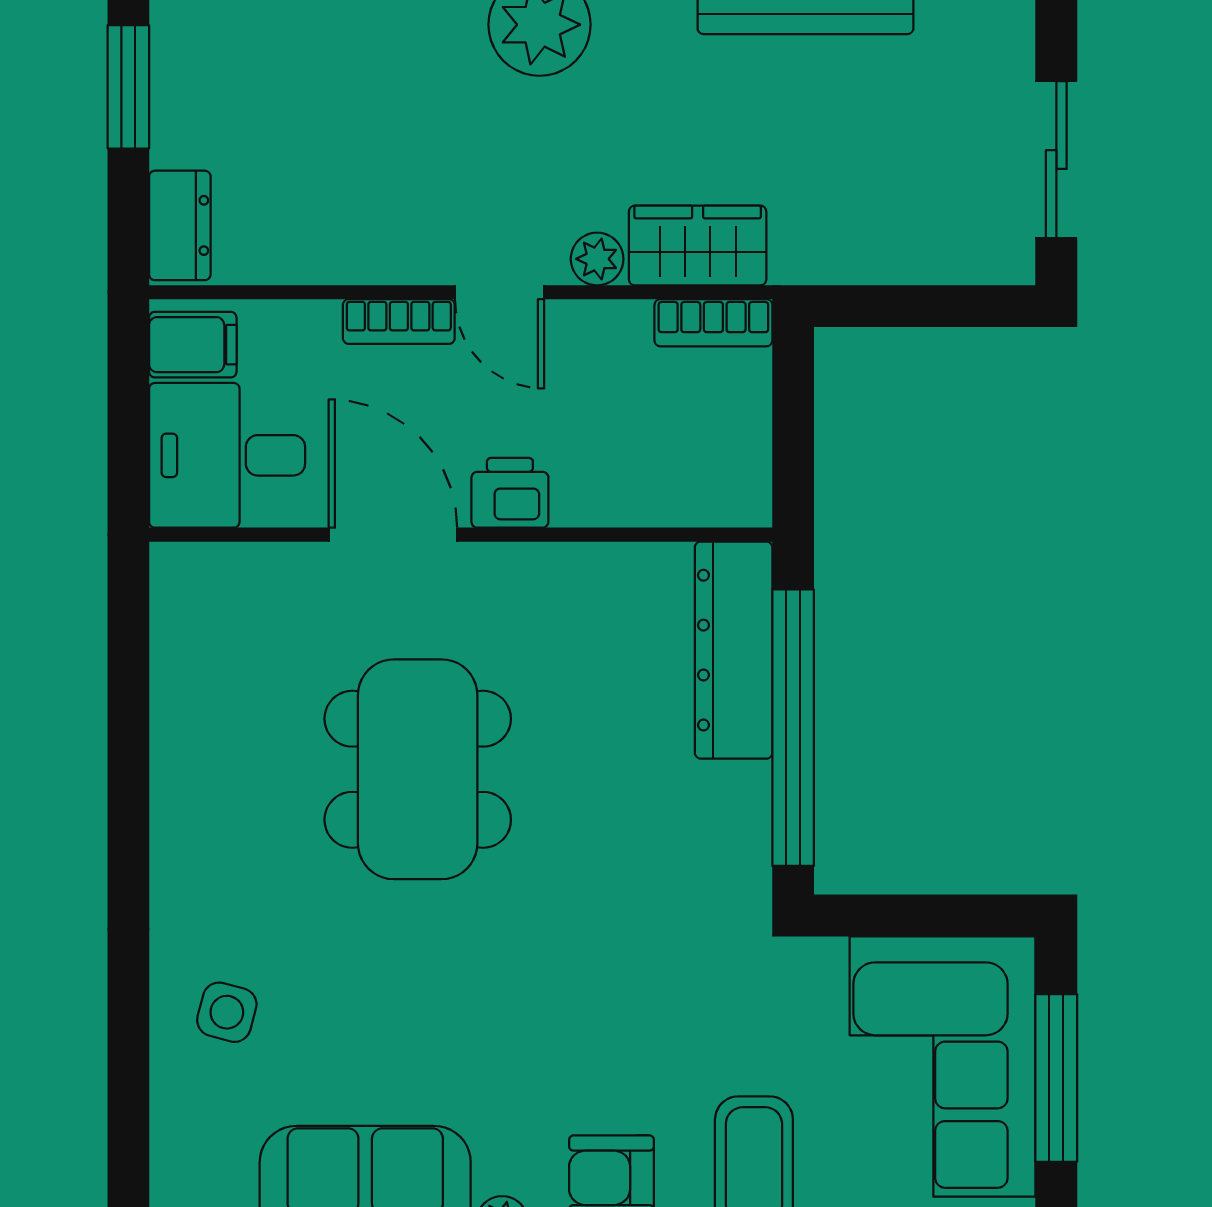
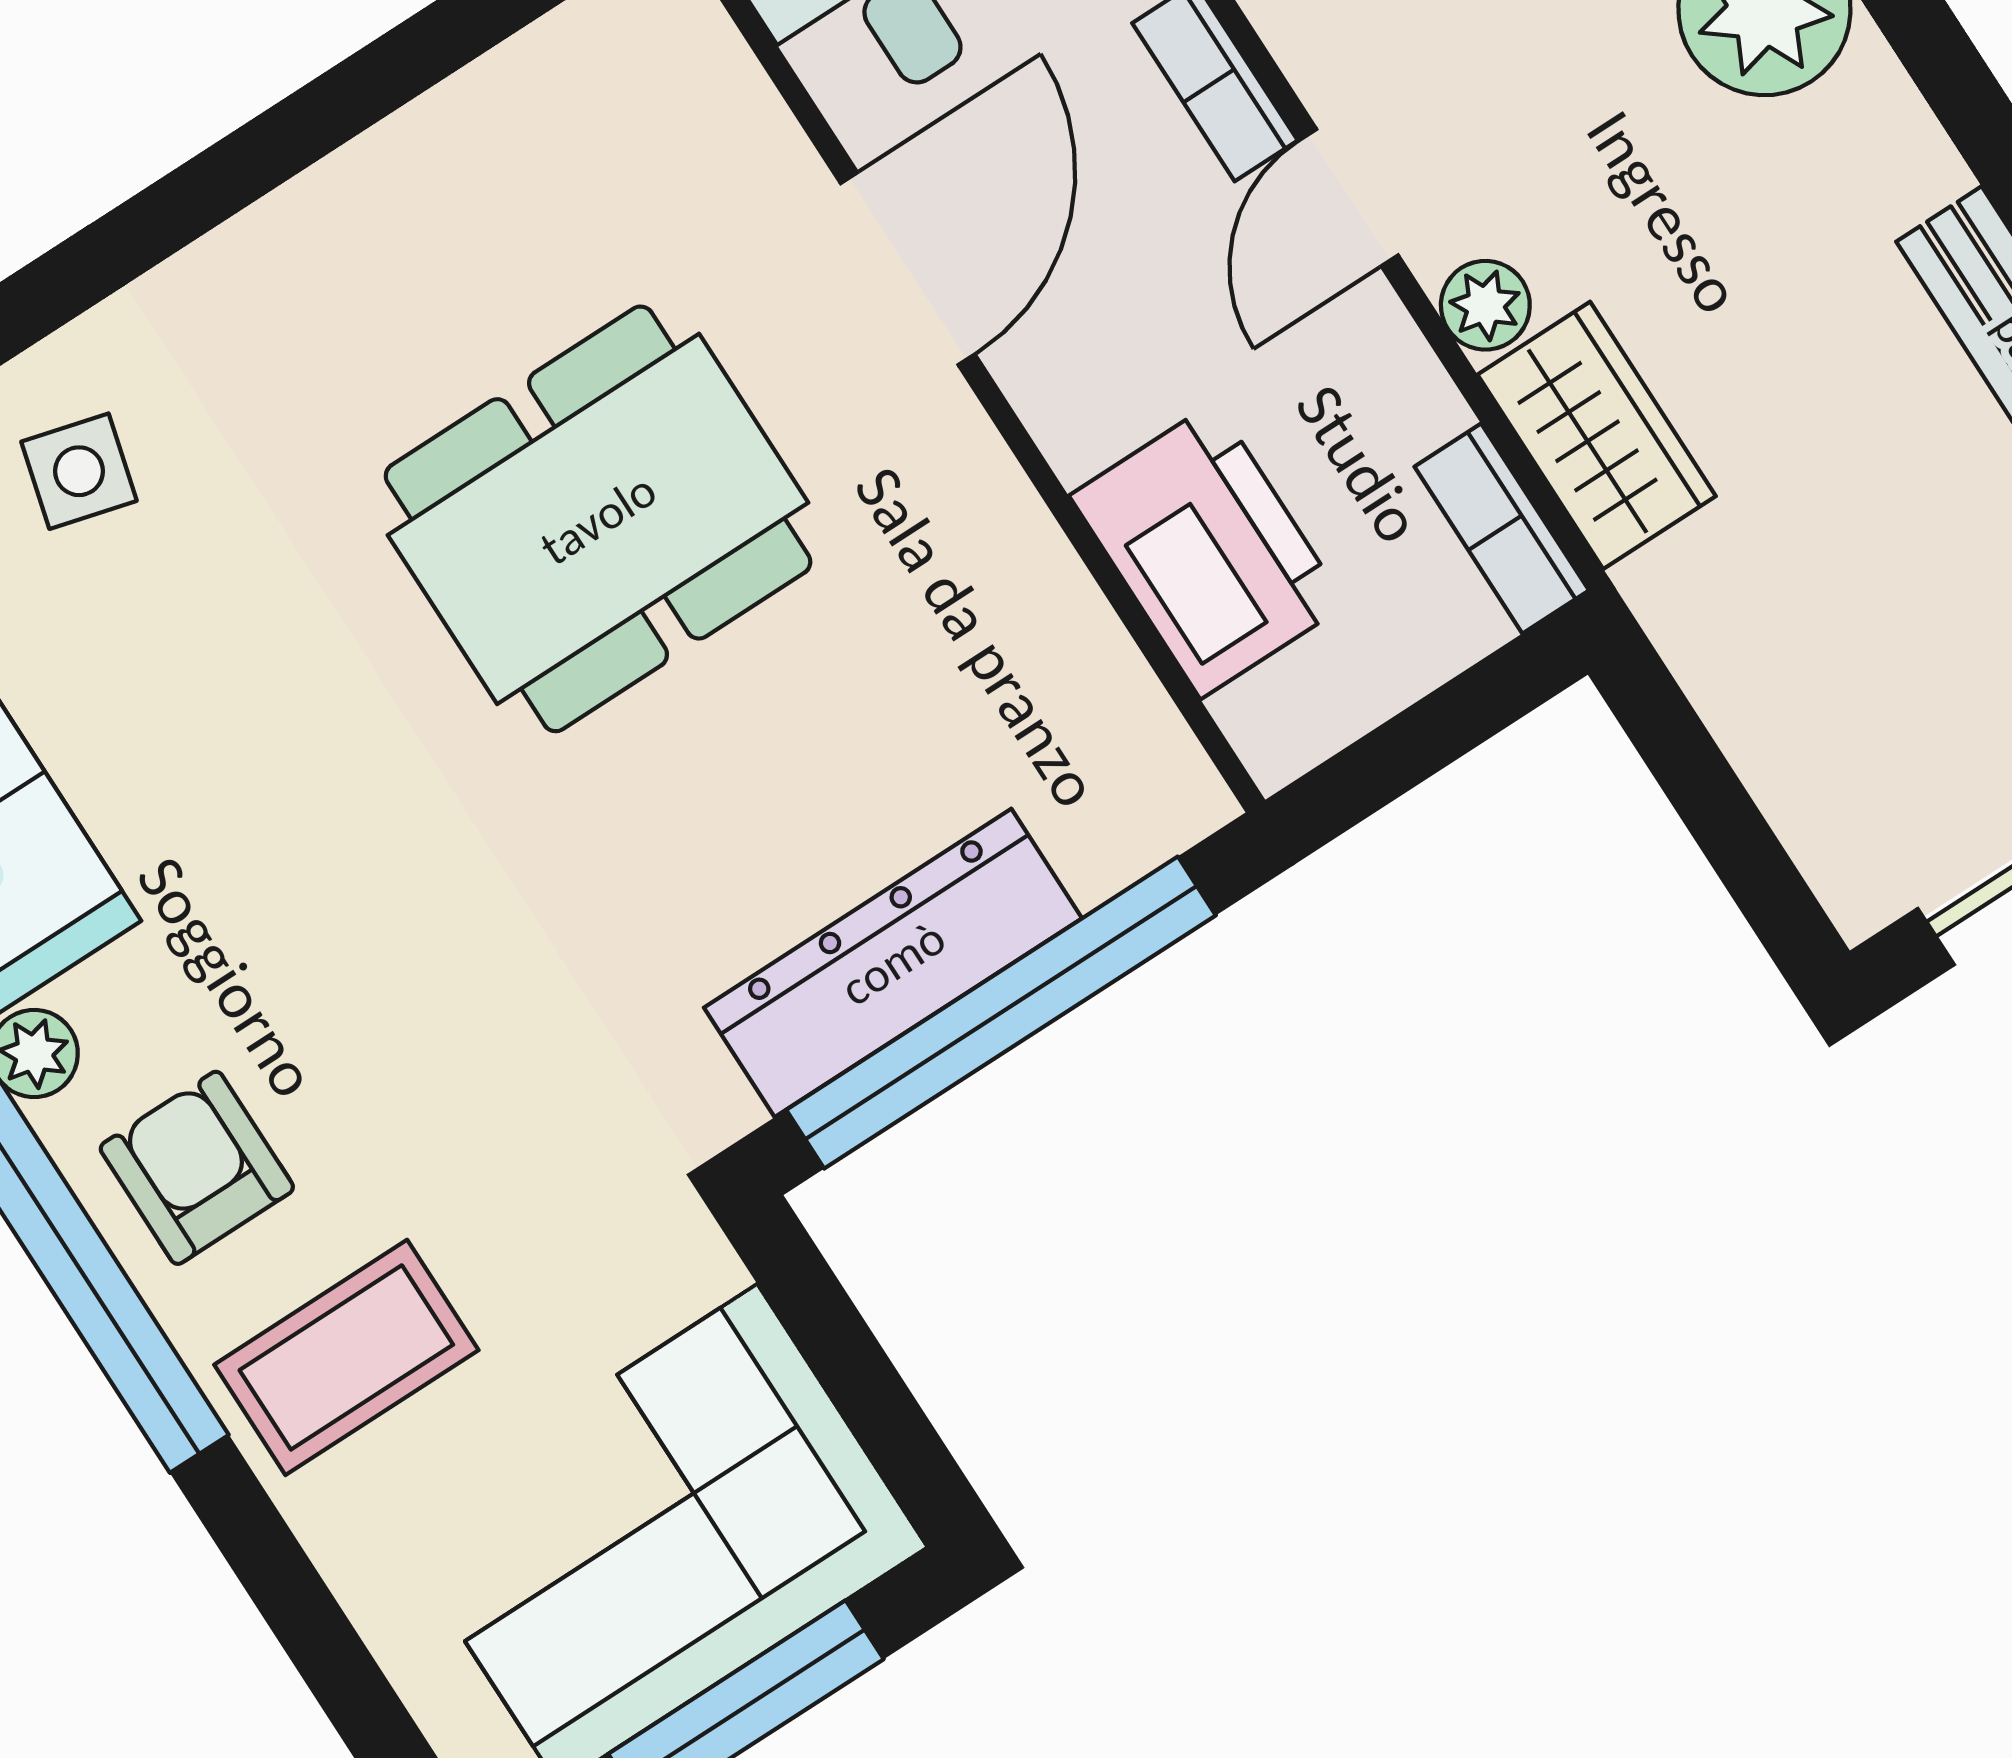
printer: (510, 493) -> (1208, 550), moved, width x1.87, depth x1.48
dresser: (734, 650) -> (893, 963), moved

